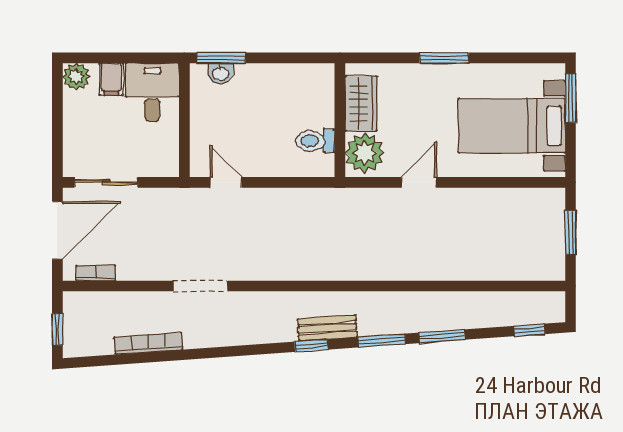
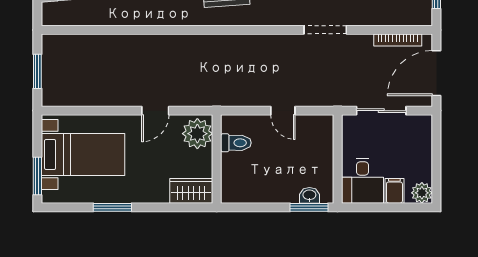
window: (444, 58) -> (112, 207), moved
wardrobe: (361, 104) -> (191, 191), moved, turned 90
sliding door: (106, 182) -> (381, 111), moved
door: (226, 182) -> (283, 111), moved
bookcase: (96, 273) -> (398, 40), width x1.56

